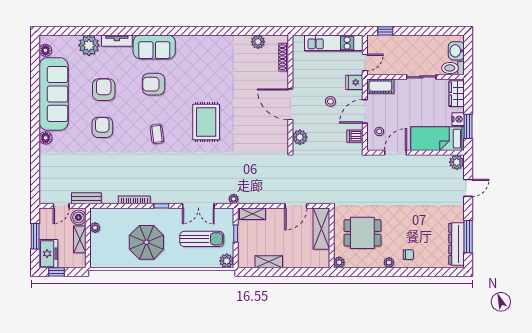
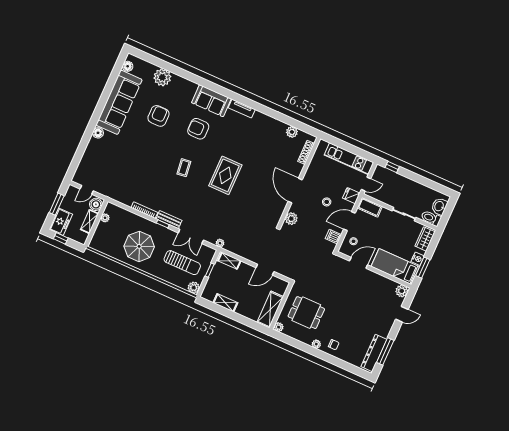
tv unit: (117, 41) -> (242, 109), moved
armchair: (102, 127) -> (145, 144), removed
bench: (86, 198) -> (169, 220), moved
shelving: (321, 229) -> (270, 310), moved

